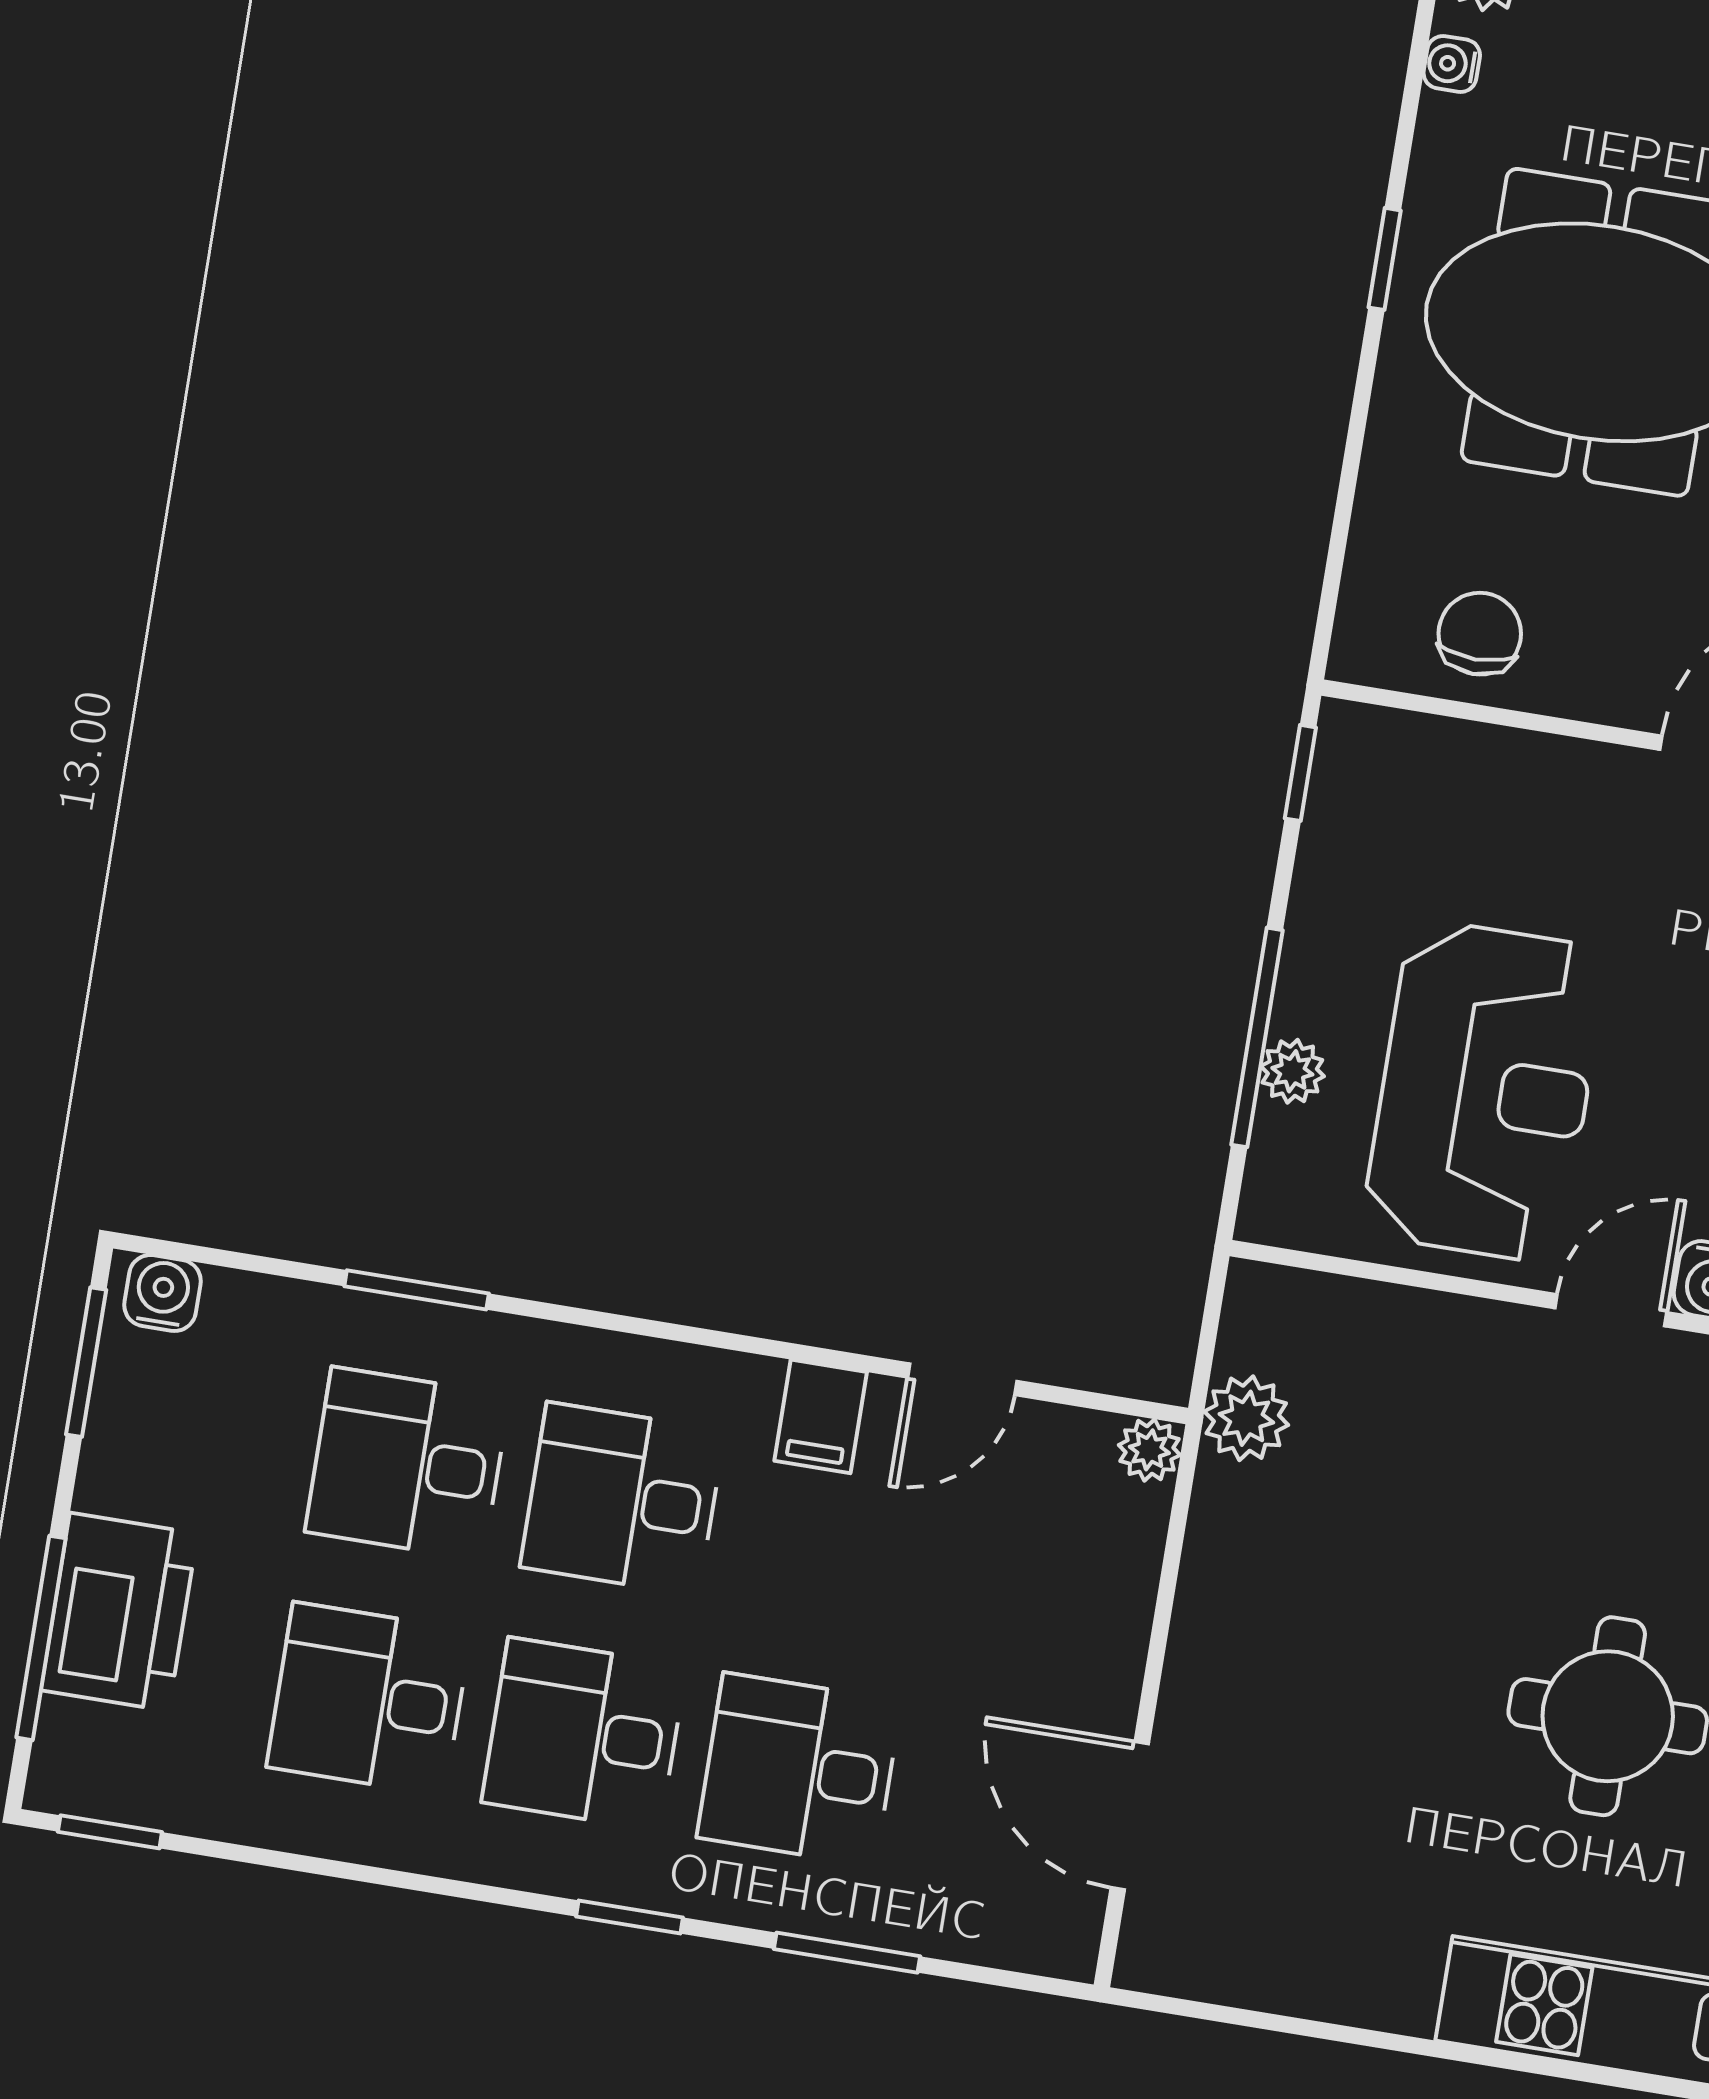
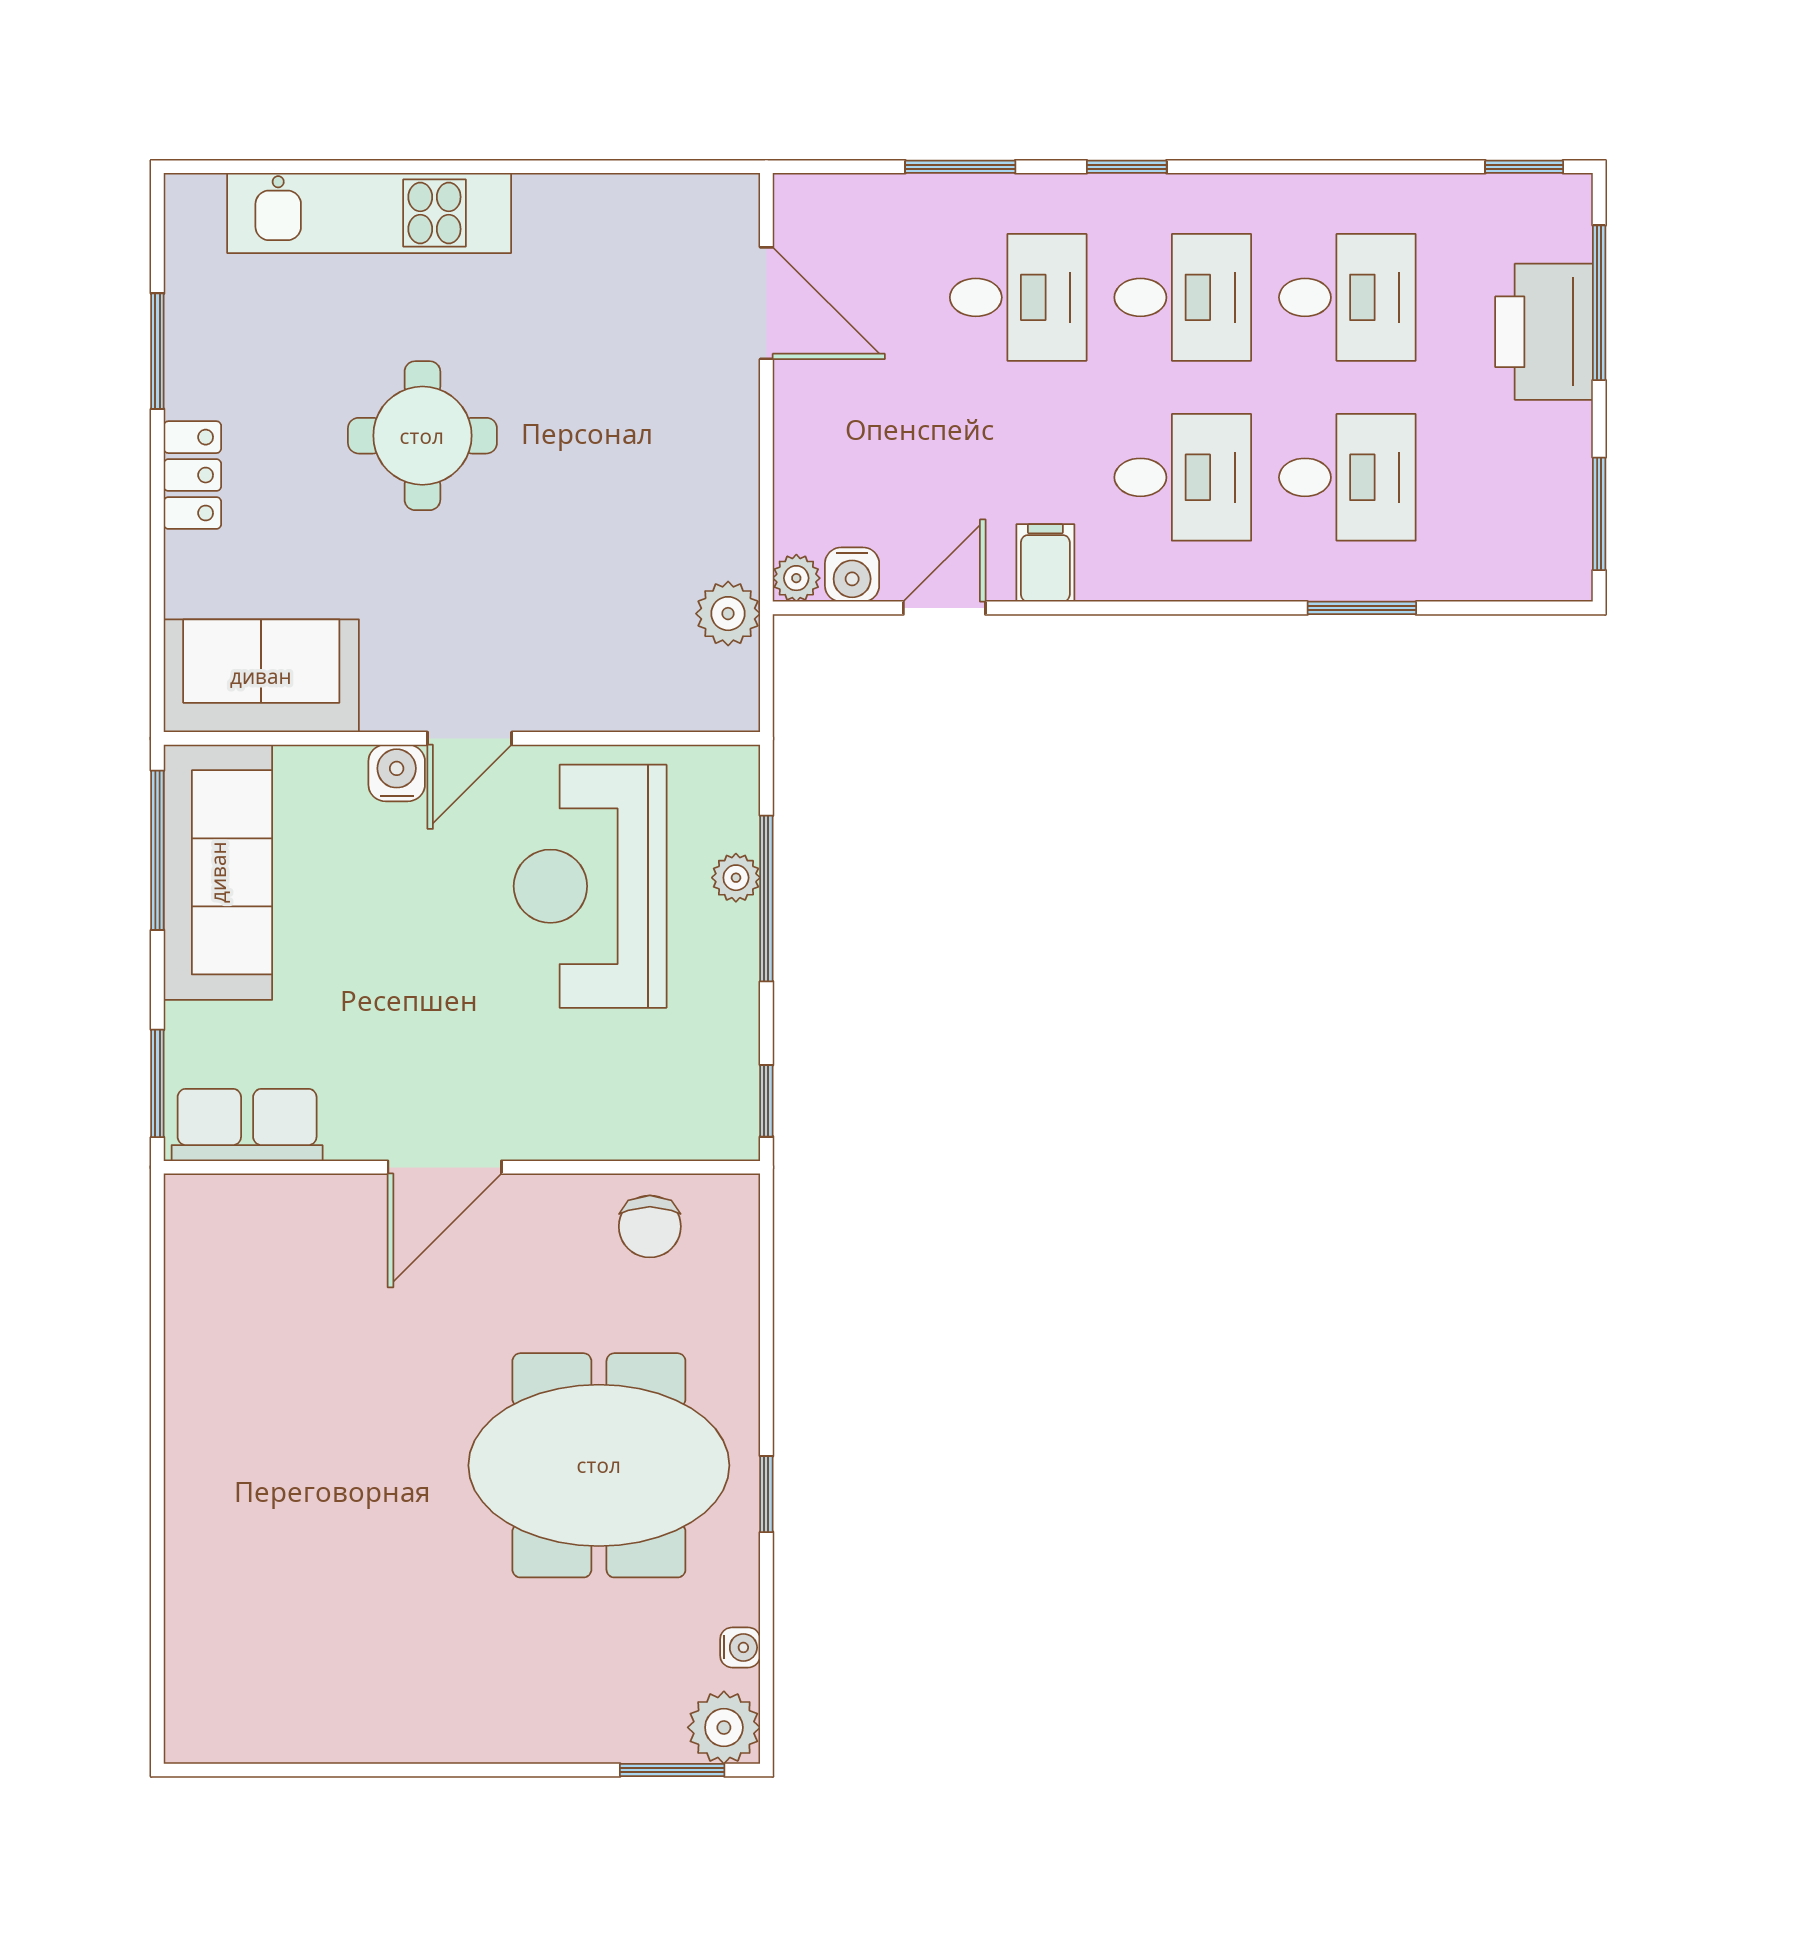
water cooler: (162, 1293) -> (852, 575), moved

